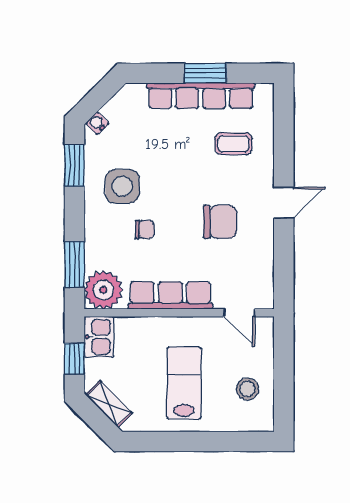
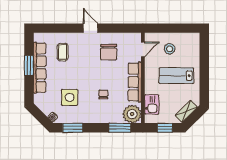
side table: (122, 186) -> (70, 97), moved
chair: (220, 222) -> (109, 52), moved, turned 180
kitchen sink: (99, 337) -> (152, 104), moved, turned 90
stool: (247, 389) -> (170, 49), moved

